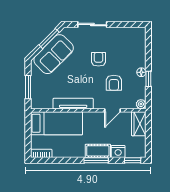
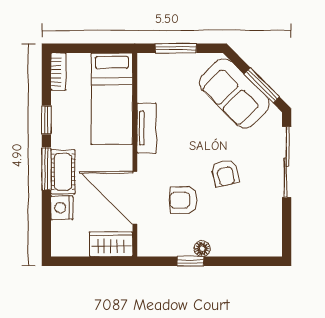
sliding door: (92, 25) -> (287, 162), width x1.37
armchair: (99, 59) -> (225, 173), turned 77
tv unit: (73, 104) -> (147, 128), width x0.71
plant: (141, 104) -> (146, 248), removed
door: (113, 110) -> (135, 198), width x1.88
window: (133, 160) -> (46, 120), moved

